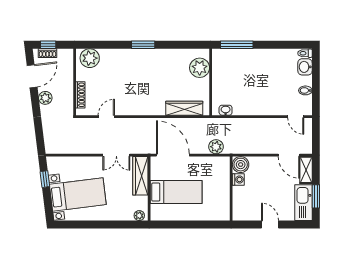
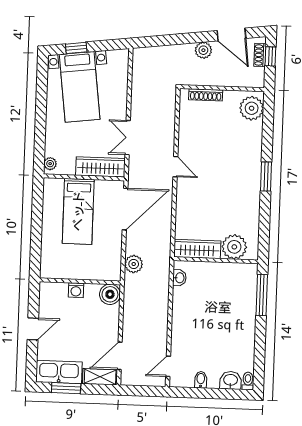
wardrobe: (184, 108) -> (197, 249), moved, turned -90
door: (106, 117) -> (175, 167), moved
window: (45, 179) -> (76, 48), moved
washing machine: (238, 180) -> (76, 290), moved

